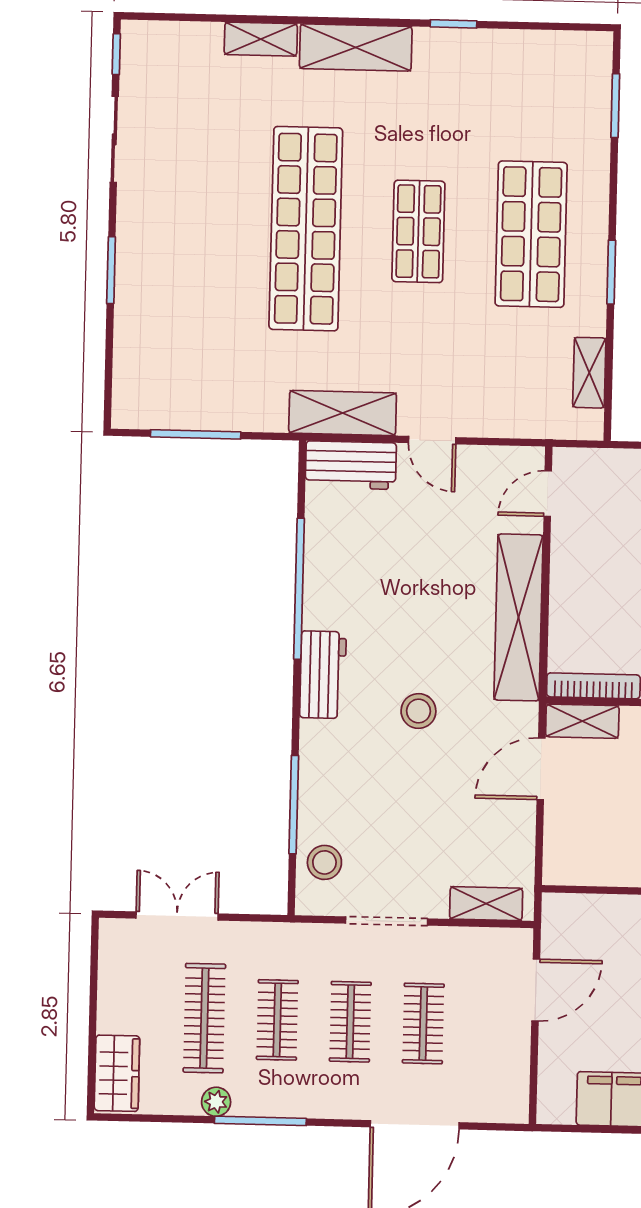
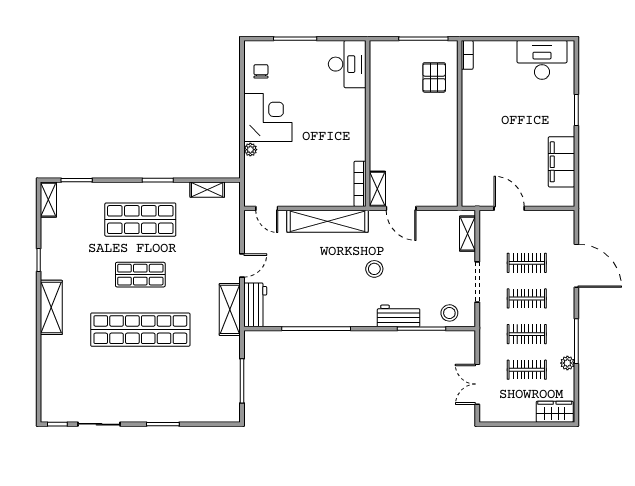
shelving: (261, 39) -> (48, 200), moved
workbench: (323, 675) -> (399, 316), moved
clothes rail: (204, 1018) -> (527, 370), width x0.73

